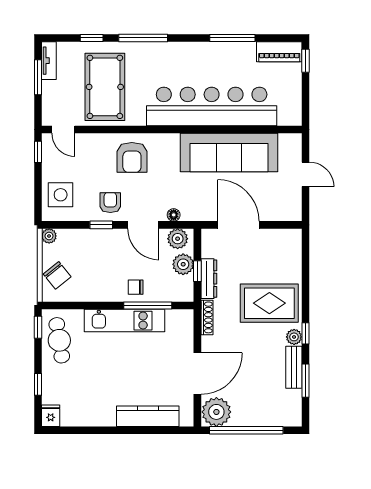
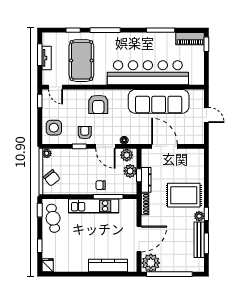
tv unit: (49, 61) -> (47, 58), moved
bench: (294, 367) -> (199, 240), width x1.36

